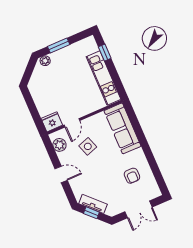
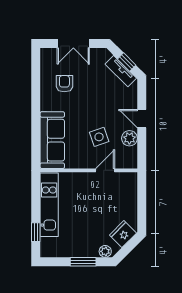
fridge: (52, 122) -> (123, 234), moved, turned 135
plant: (59, 145) -> (129, 138), moved
double door: (138, 209) -> (73, 43), swing flipped

